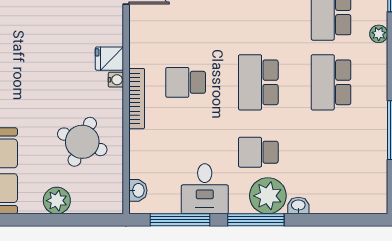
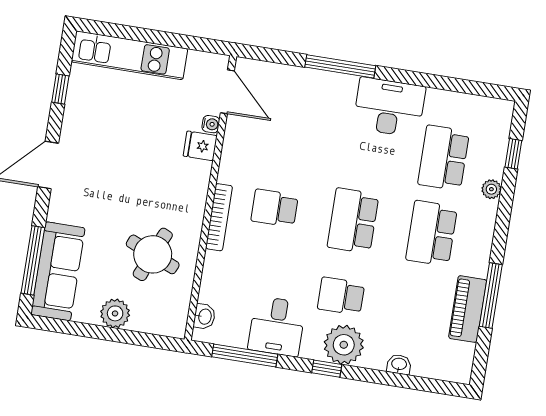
fridge: (109, 59) -> (200, 146), moved
water cooler: (116, 80) -> (211, 124), moved
piano: (375, 146) -> (468, 309), added
washbasin: (298, 206) -> (399, 364), moved
window: (256, 220) -> (327, 369), width x0.46

